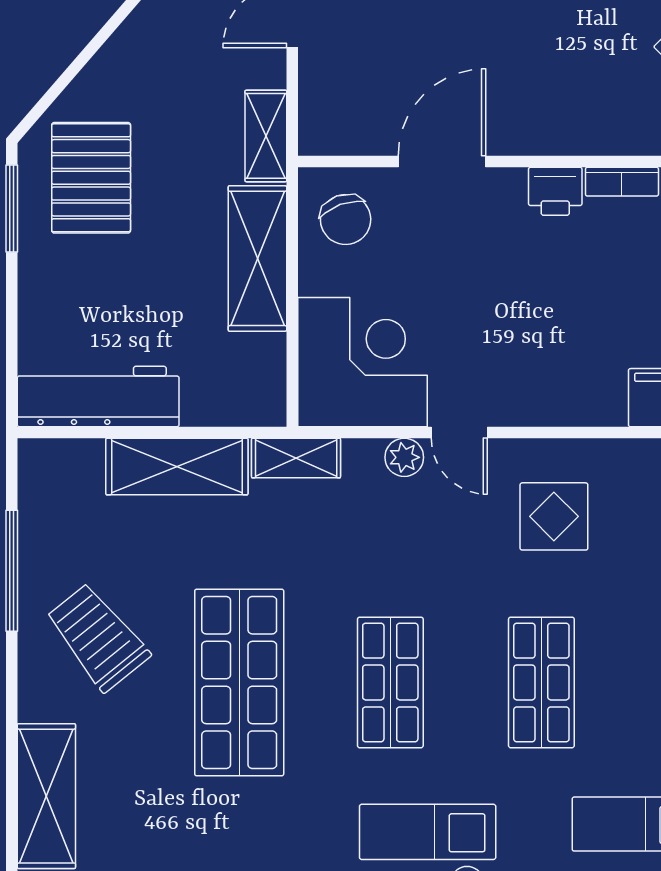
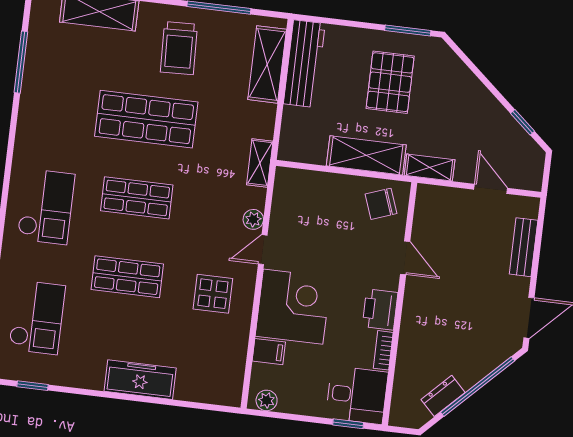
door: (442, 161) -> (405, 258), width x0.73
pallet: (91, 178) -> (390, 82), moved, turned 90
printer: (555, 191) -> (380, 310), width x1.36, depth x1.24
corner desk: (362, 362) -> (293, 307), moved, turned -90
shelving: (177, 466) -> (267, 64), moved
trolley: (98, 637) -> (179, 48), turned 127

